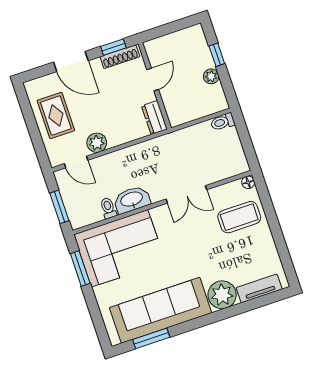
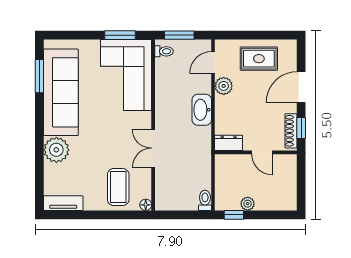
window: (217, 55) -> (234, 215), moved
washbasin: (132, 200) -> (202, 110), moved, turned 180
toilet: (108, 208) -> (164, 51), moved
tv unit: (259, 288) -> (63, 203), moved, turned -90

